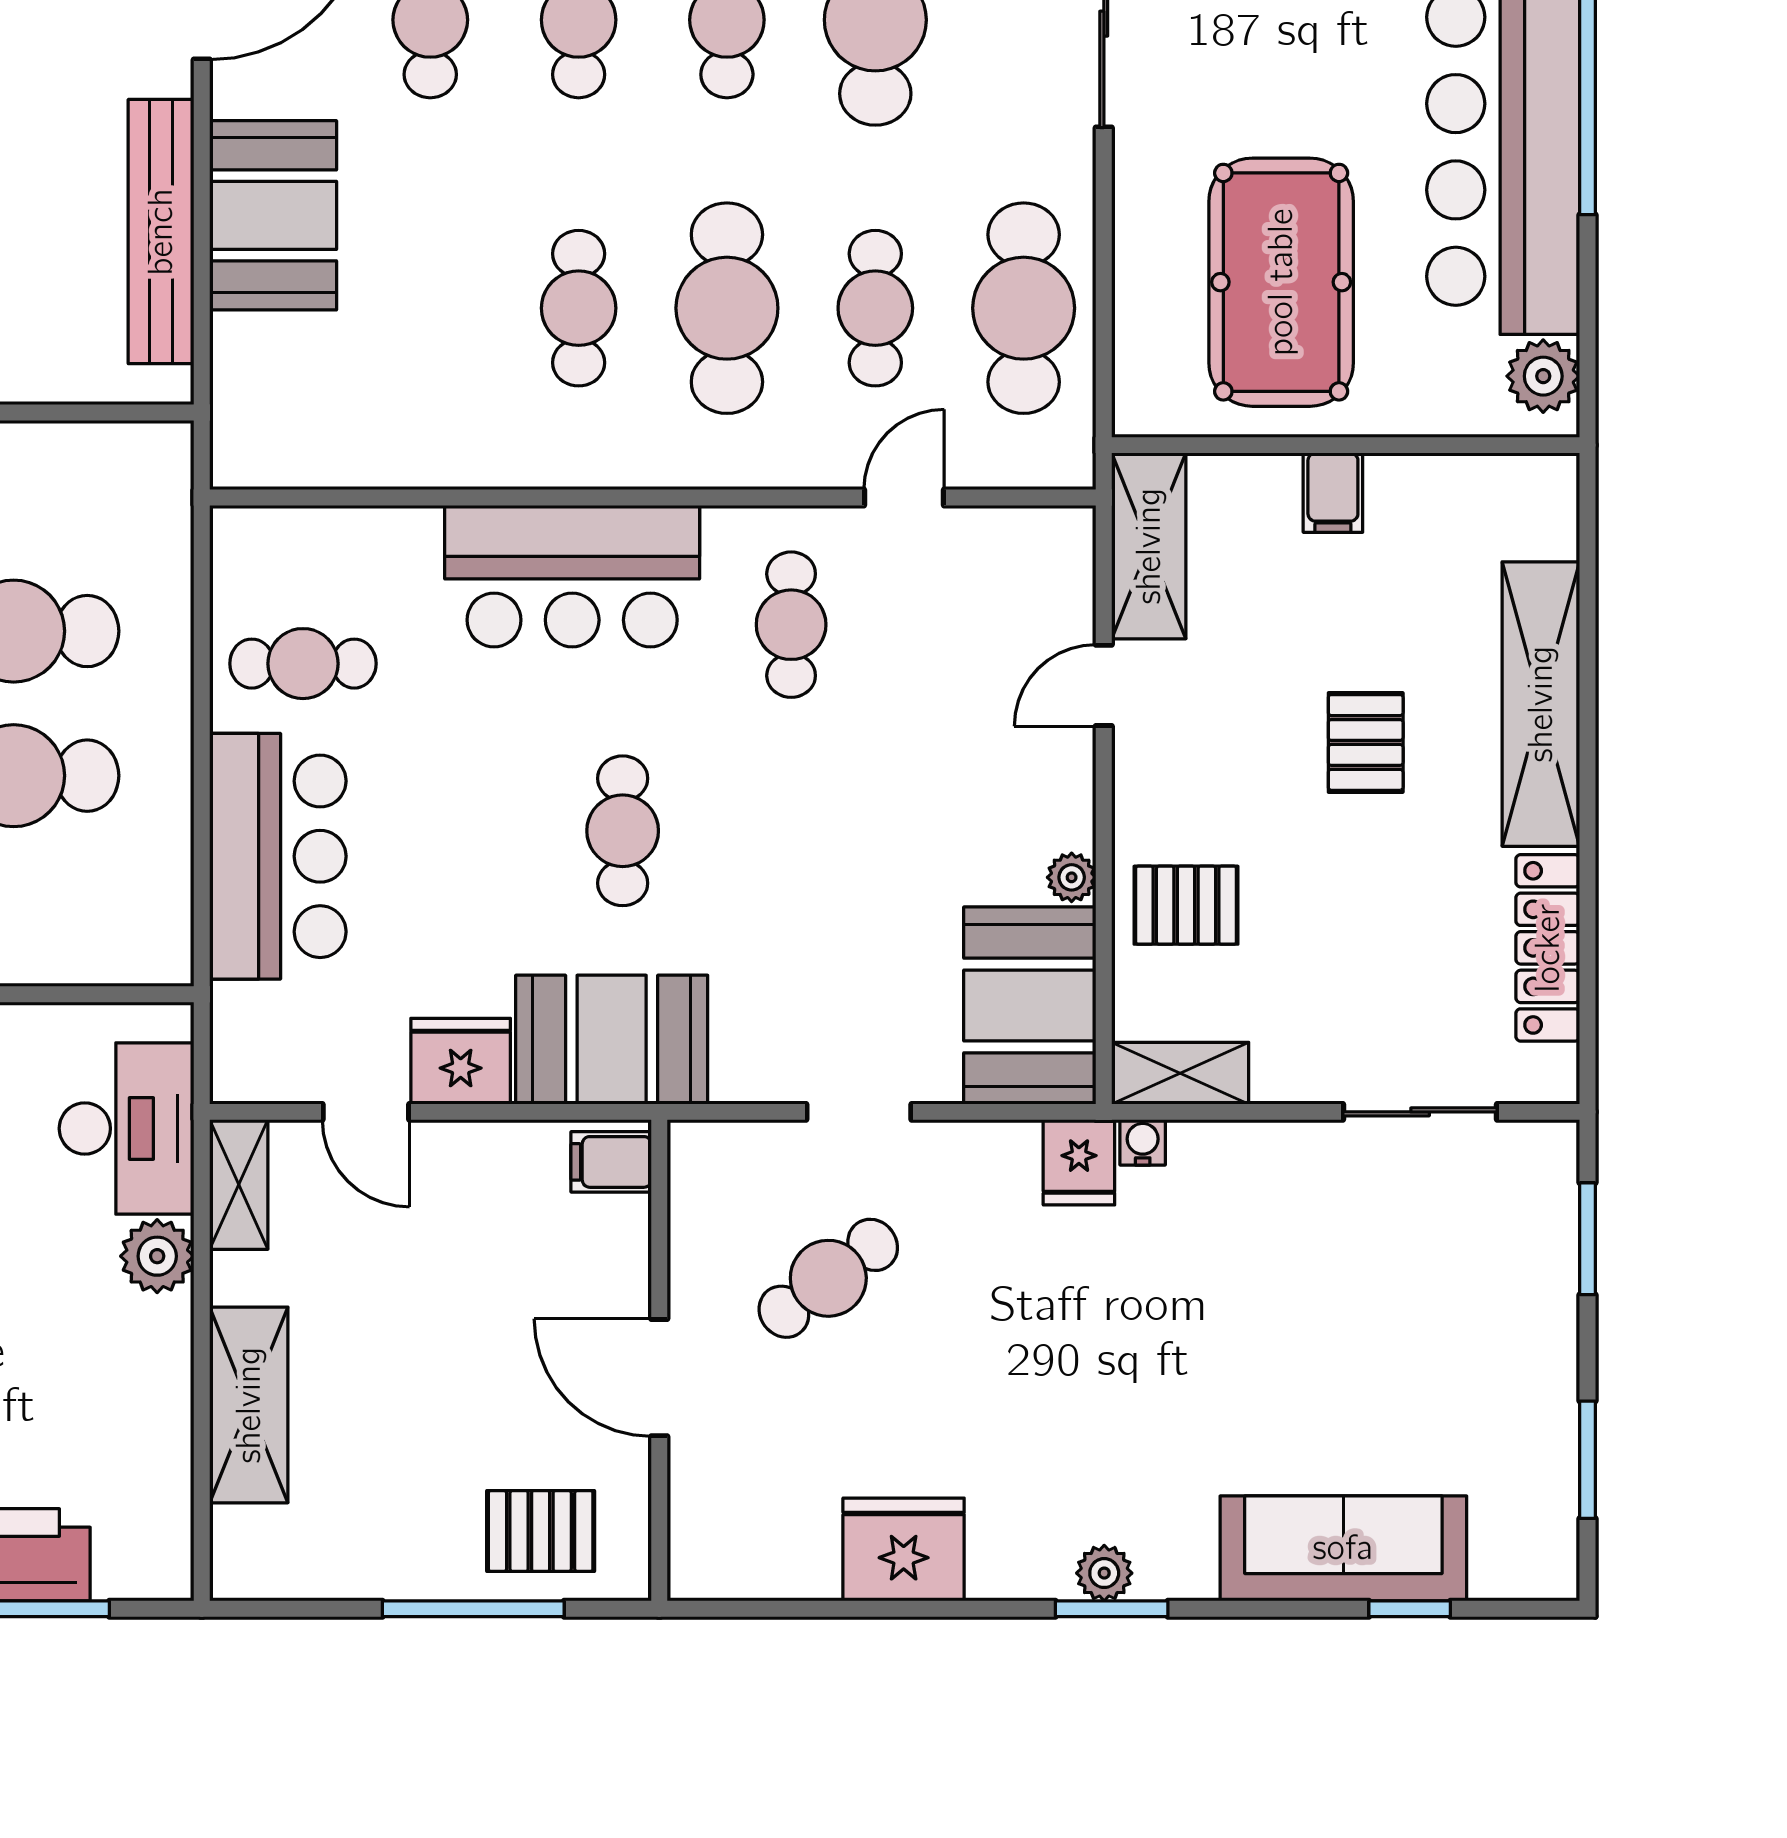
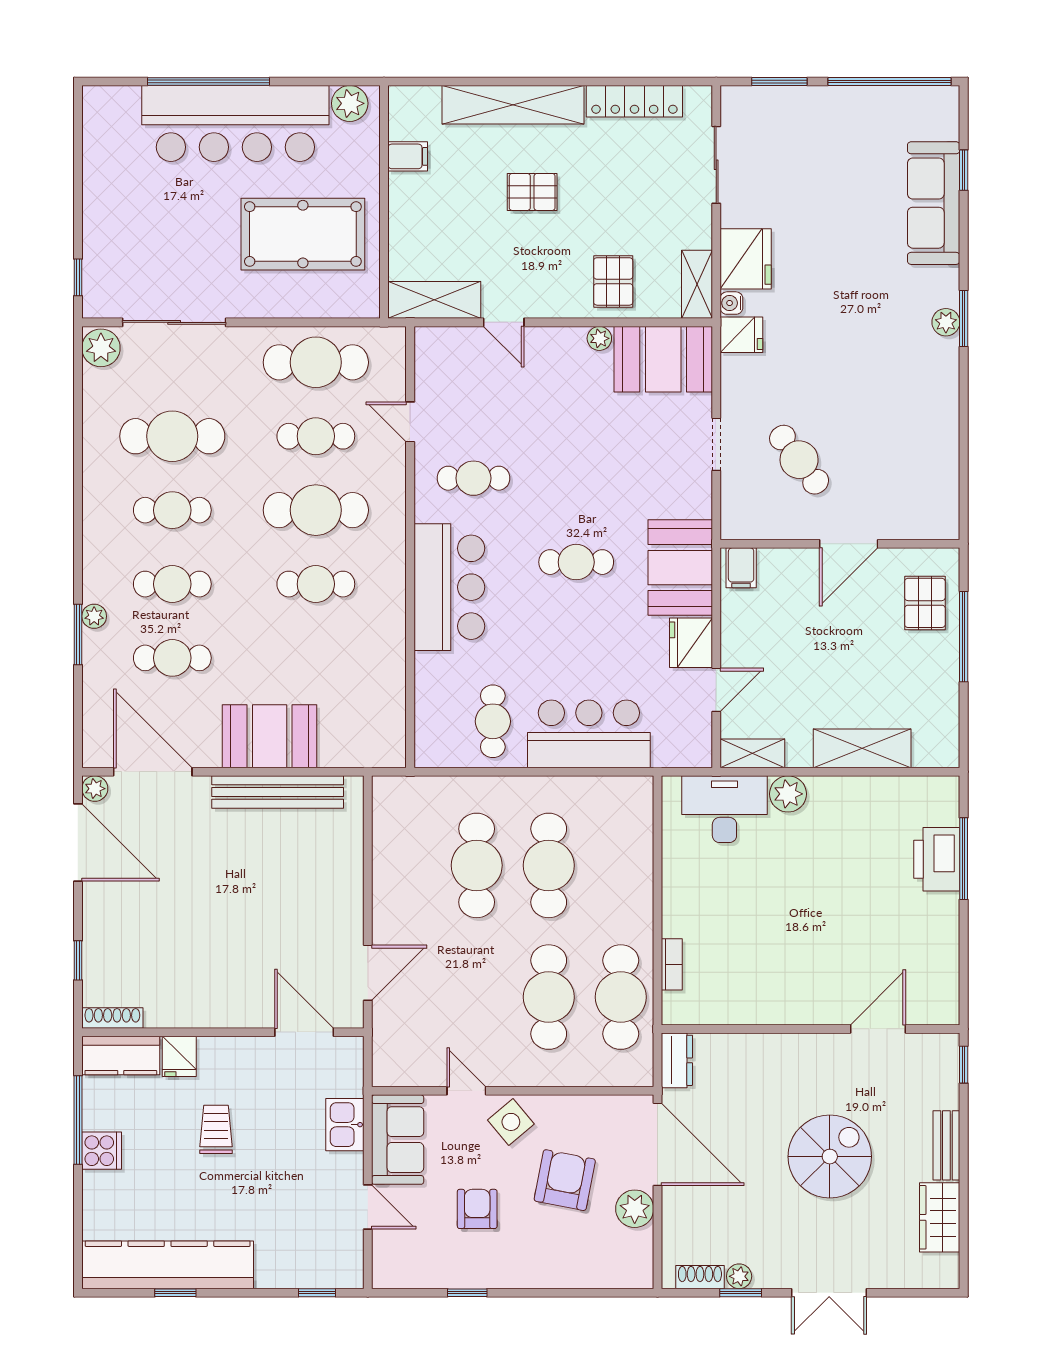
filing cabinet: (1333, 493) -> (408, 156), moved
window: (1587, 1460) -> (889, 81), width x2.11
fridge: (904, 1549) -> (746, 259), moved, turned 180

